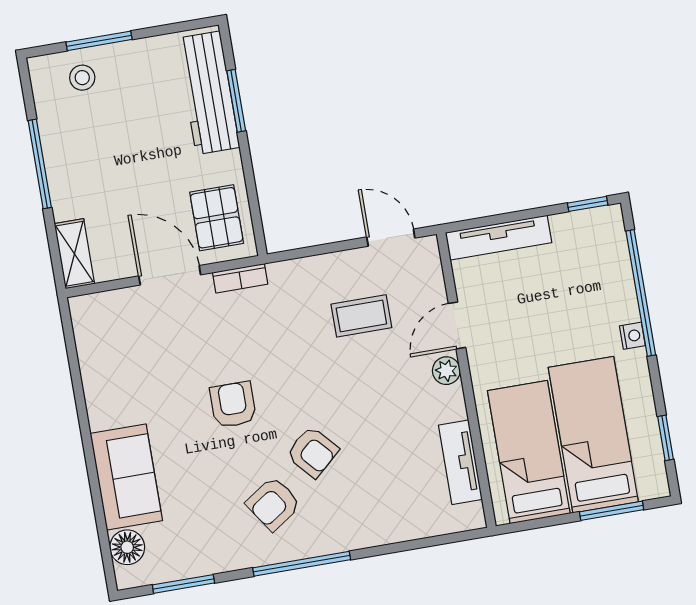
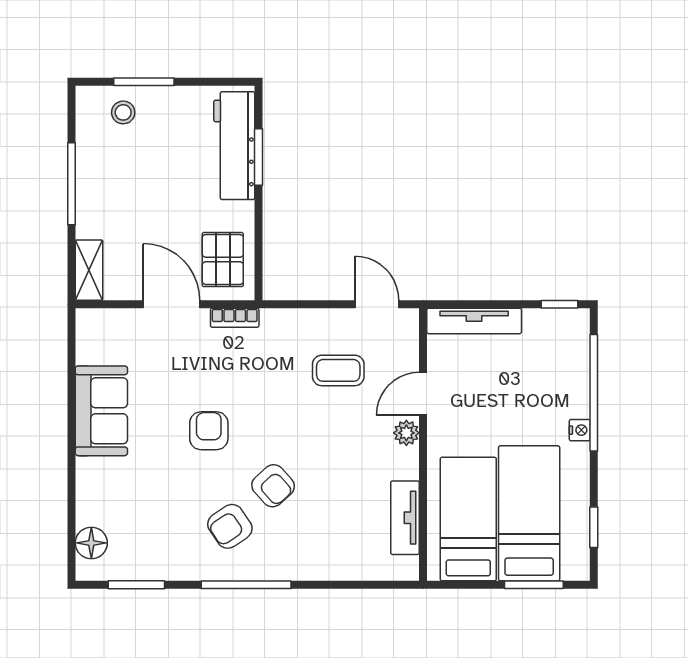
sofa: (126, 477) -> (101, 411), moved

